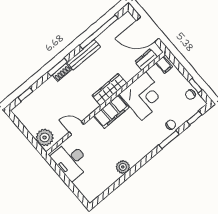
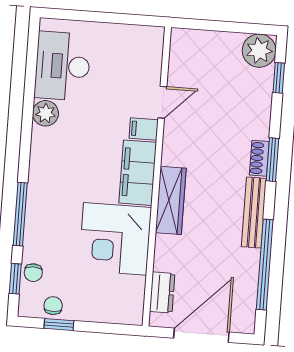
filing cabinet: (164, 65) -> (144, 129), moved
chair: (171, 125) -> (33, 273), moved
plant: (45, 137) -> (259, 51), moved
window: (169, 140) -> (20, 214), width x1.44
desk: (71, 161) -> (63, 66), moved, turned -90

